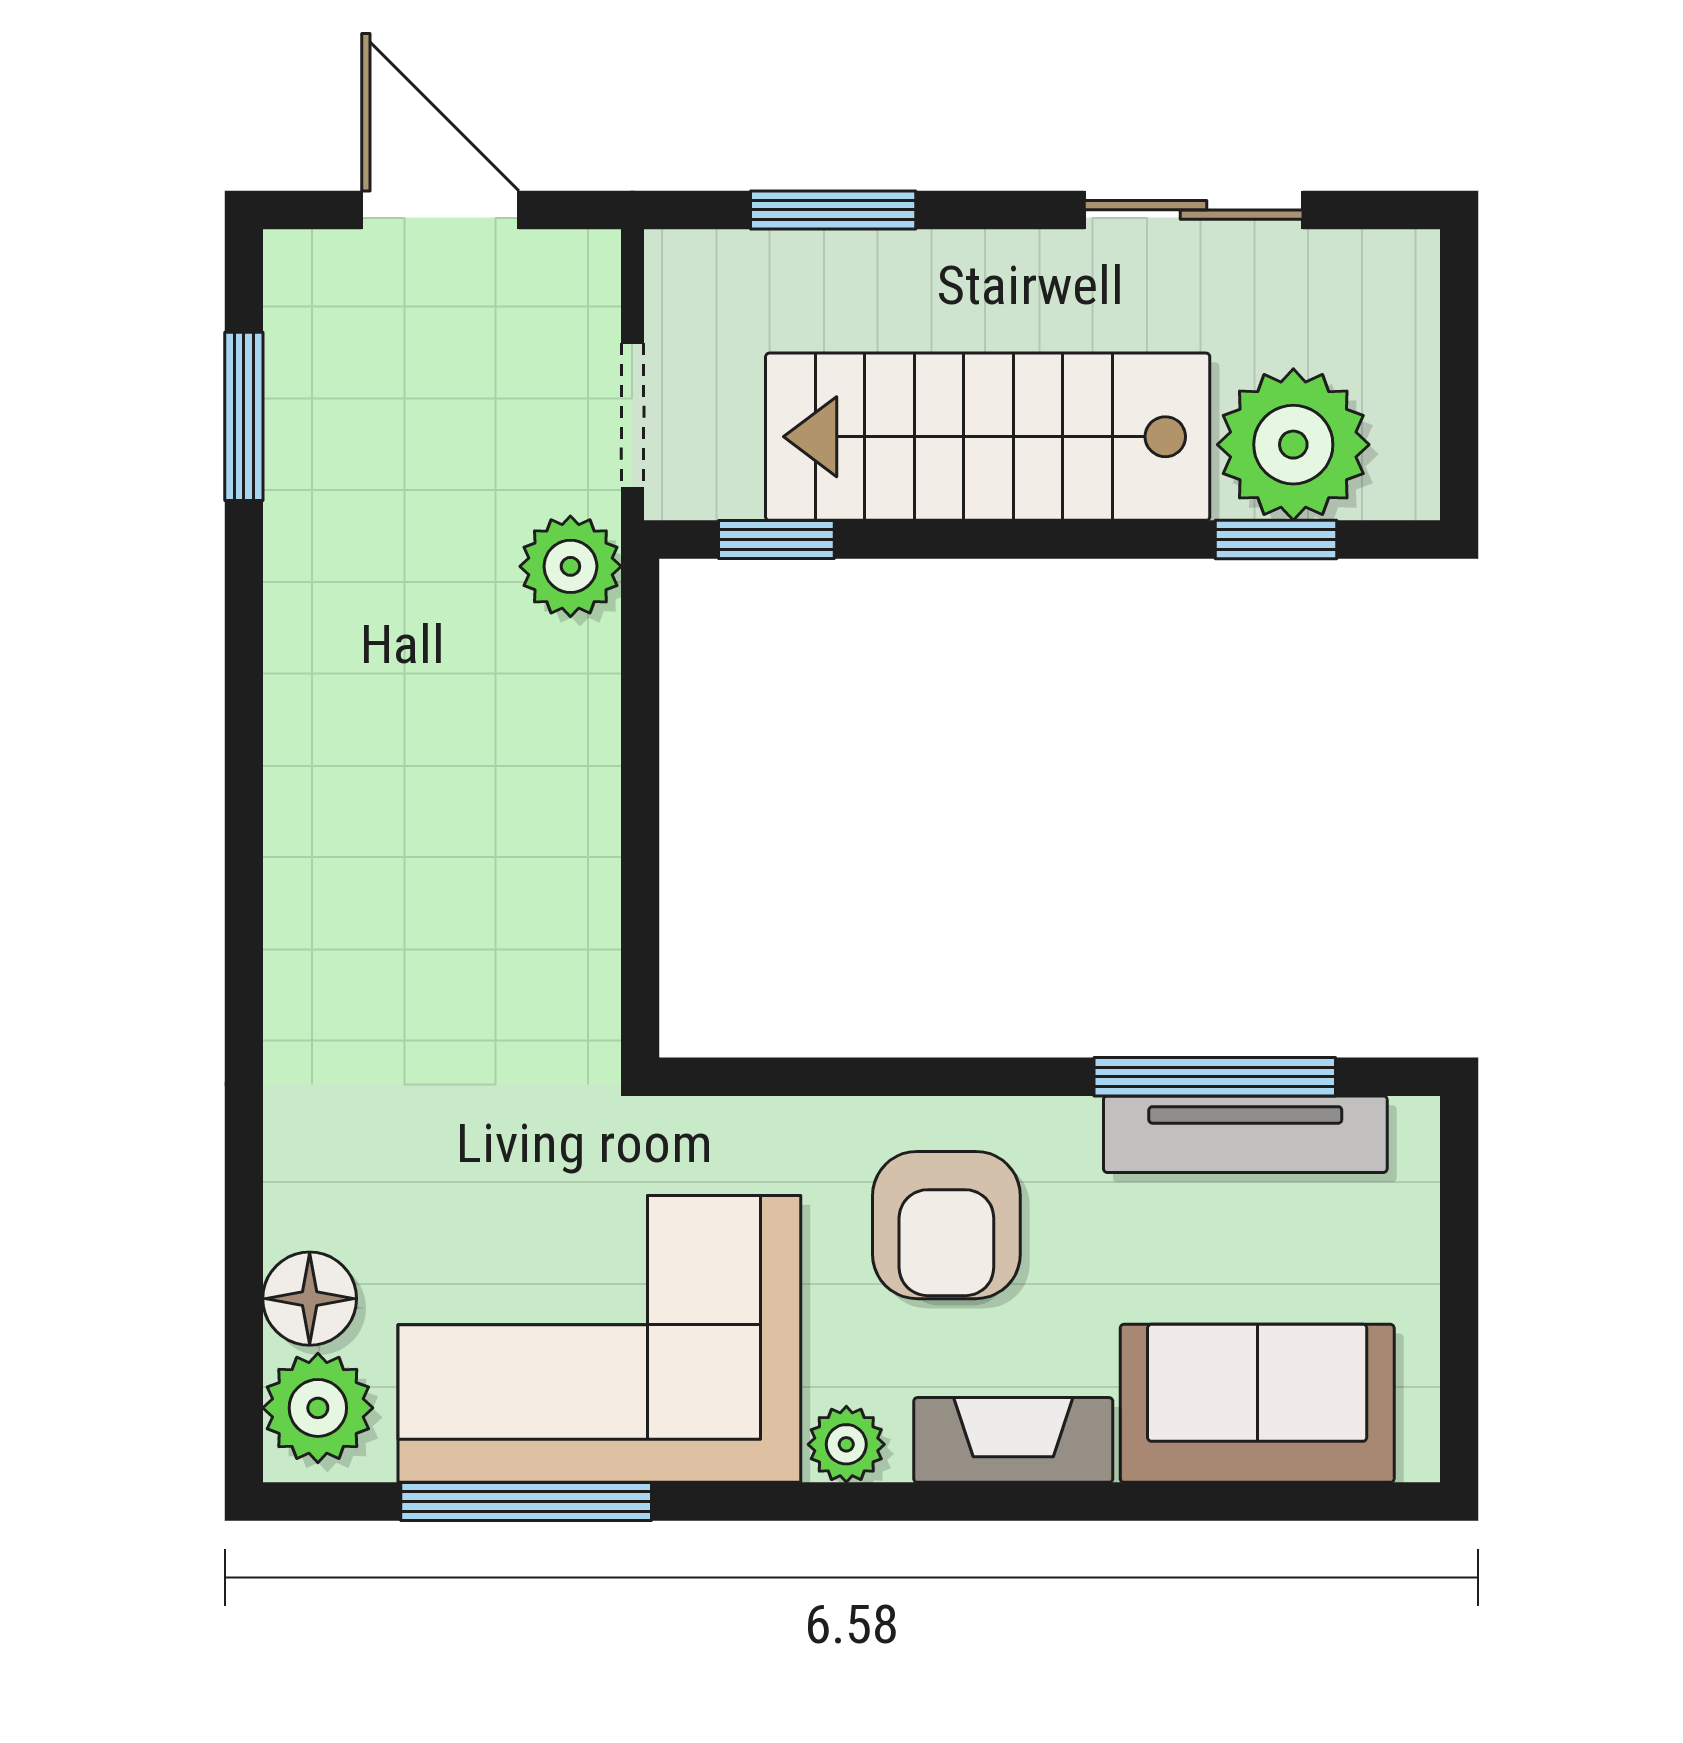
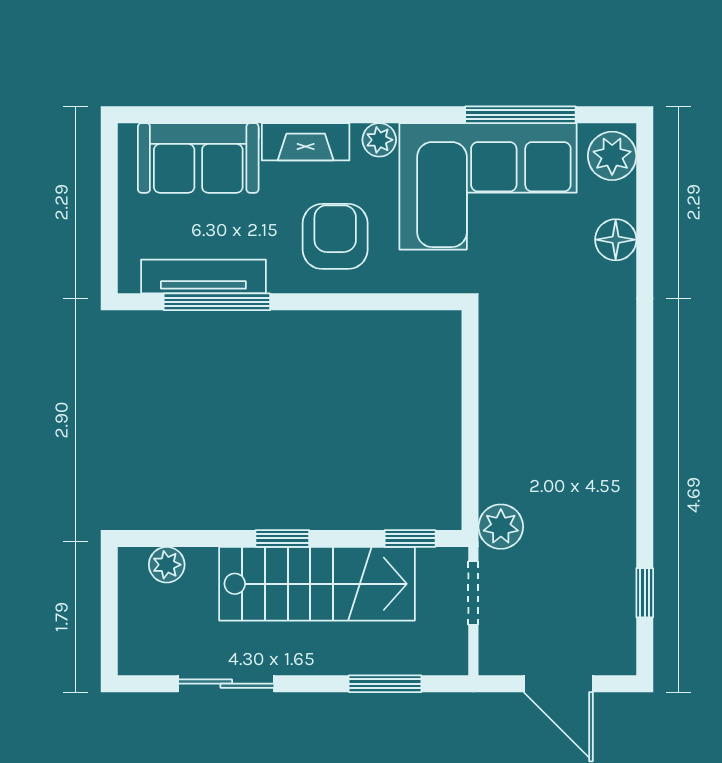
window: (244, 416) -> (645, 593), width x0.67
plant: (1293, 445) -> (167, 565), width x0.53, depth x0.53
window: (1276, 540) -> (282, 538), moved
floor lamp: (310, 1299) -> (616, 240), moved

